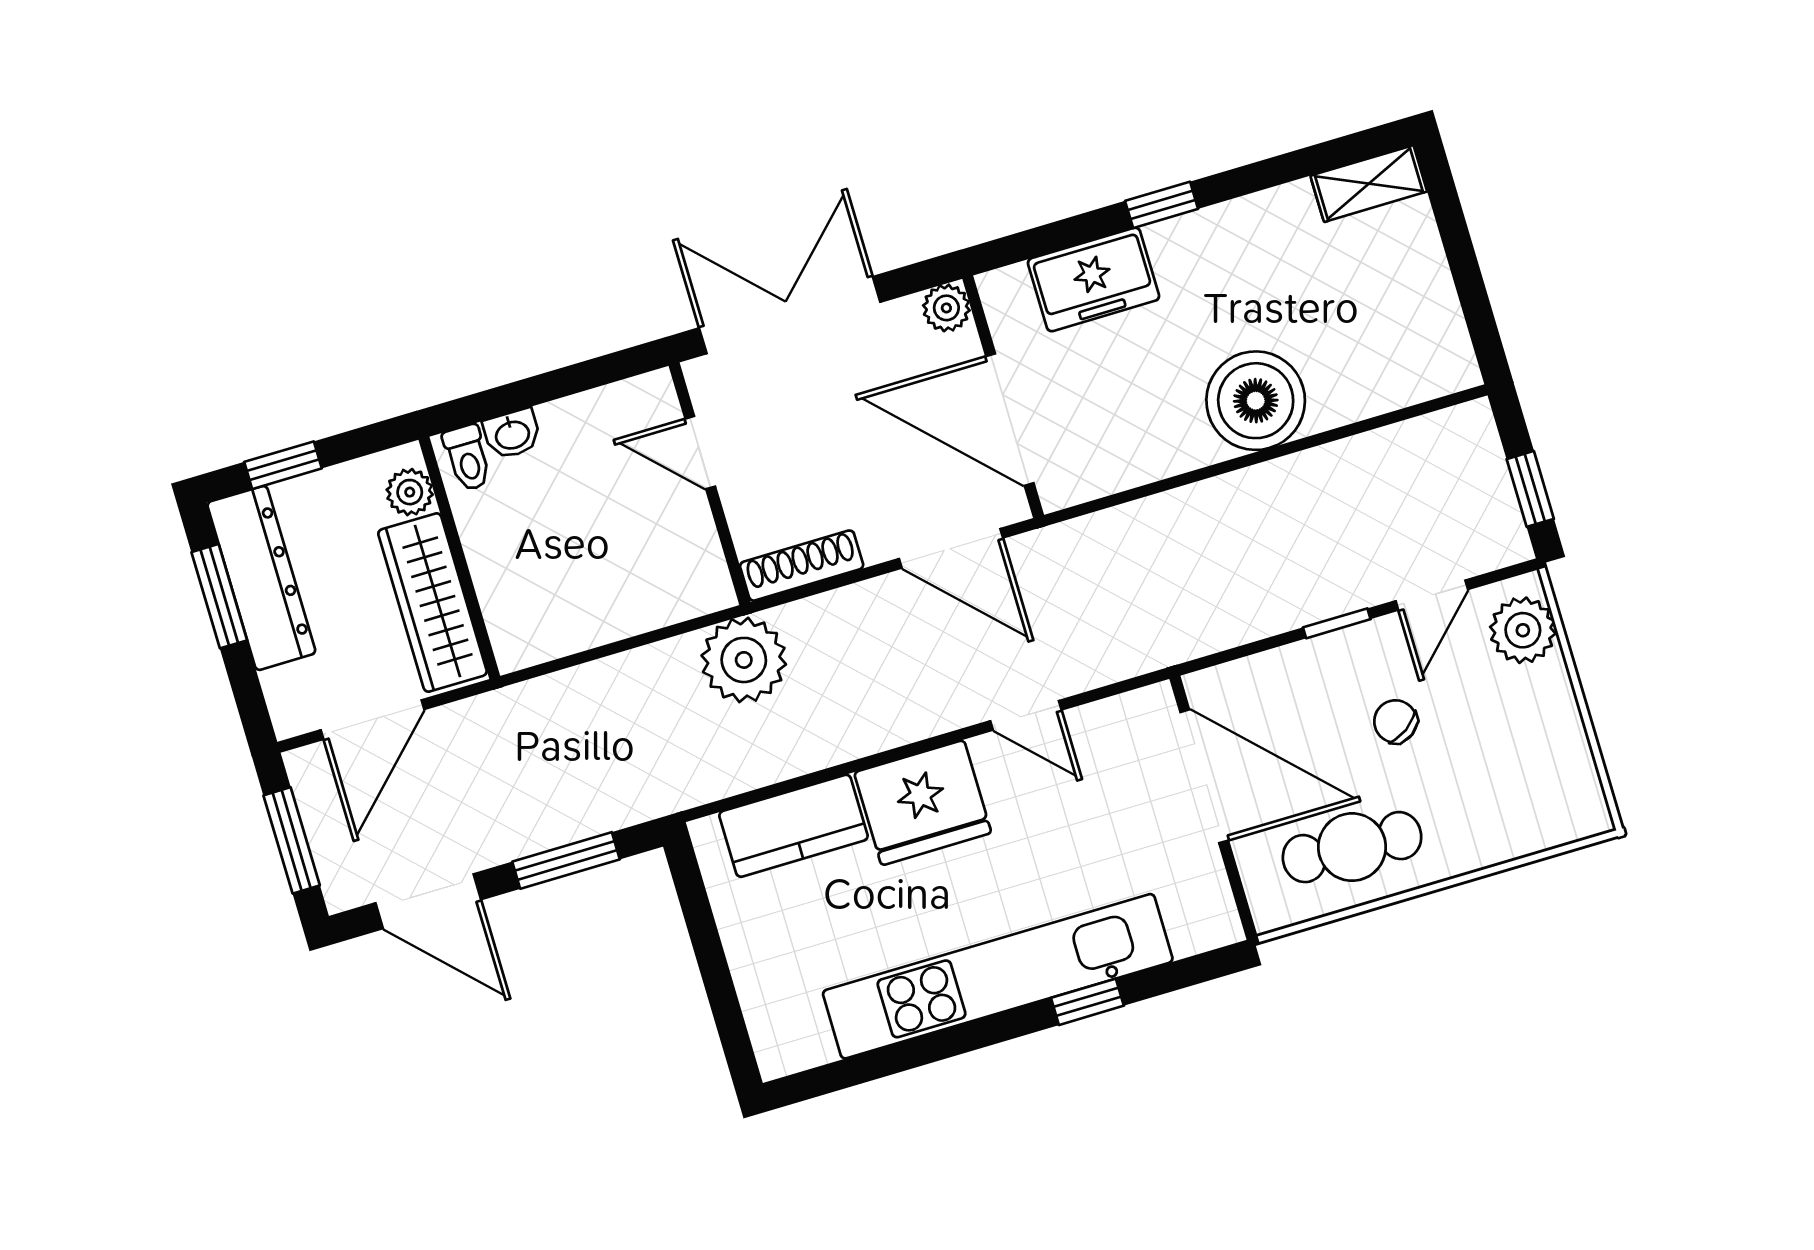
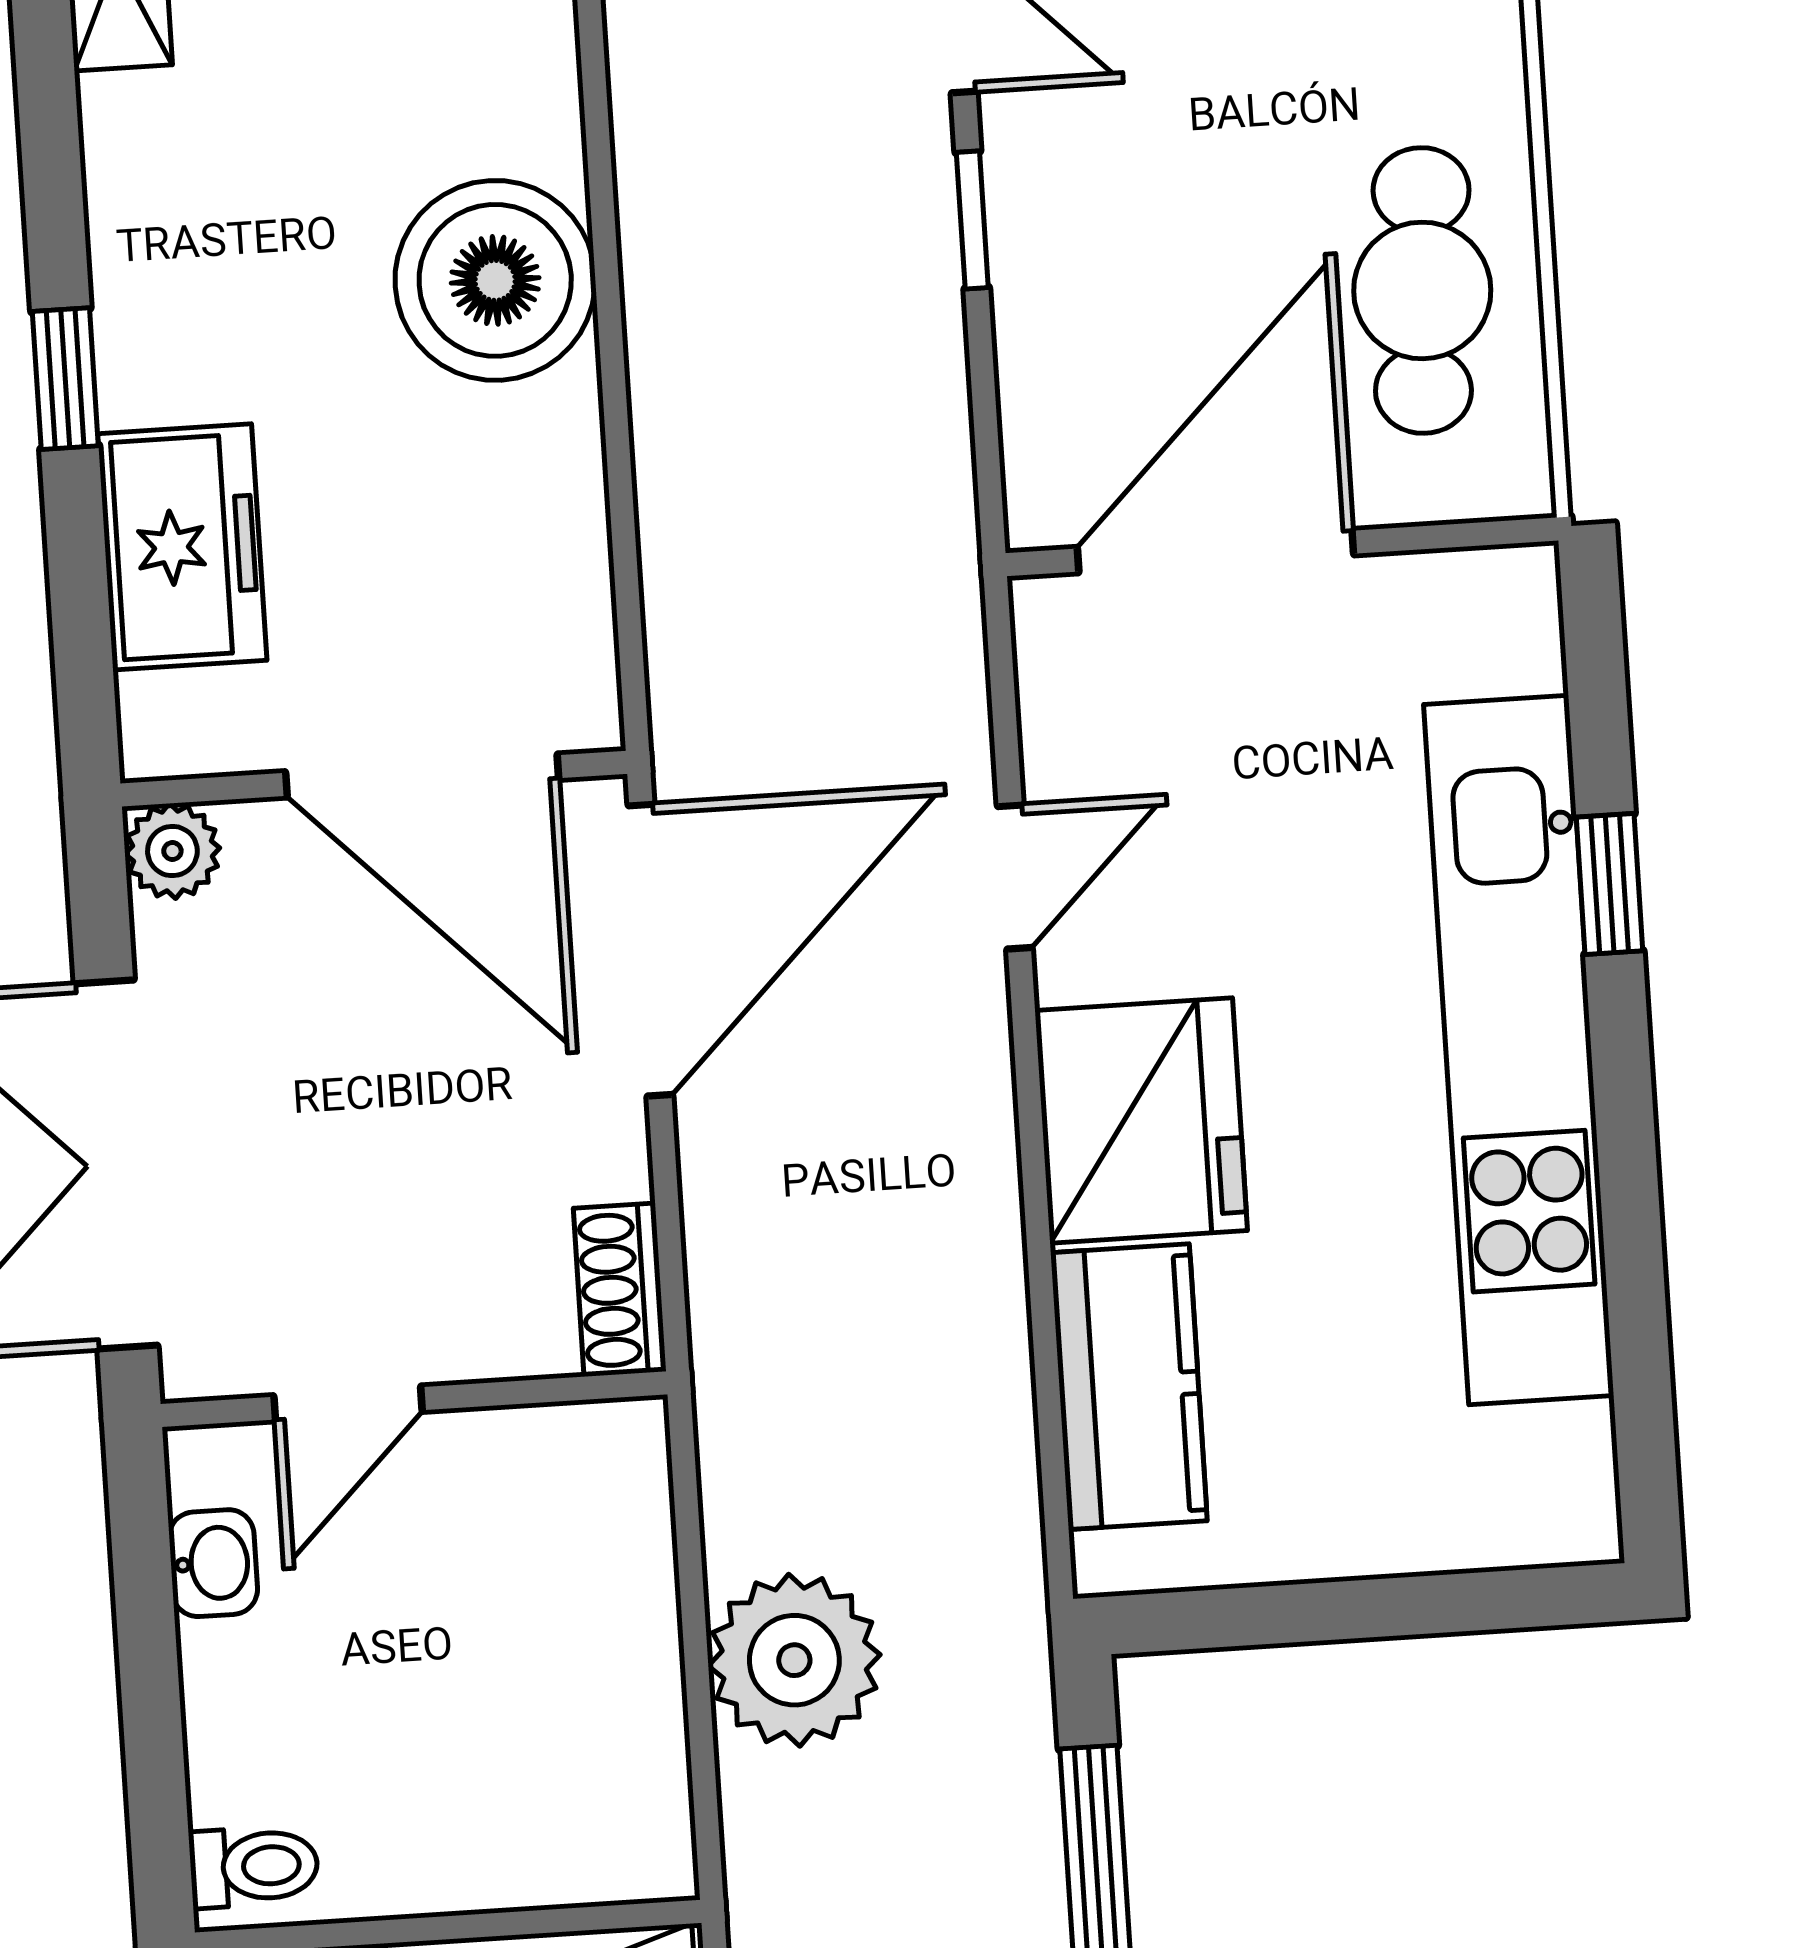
door: (1010, 420) -> (422, 776), hinge flipped
washbasin: (512, 434) -> (213, 1563), moved
door: (951, 548) -> (650, 950), width x1.36
shoe rack: (802, 566) -> (620, 1290), width x0.70
plant: (744, 660) -> (794, 1660), moved
chair: (1395, 721) -> (1193, 148), removed

